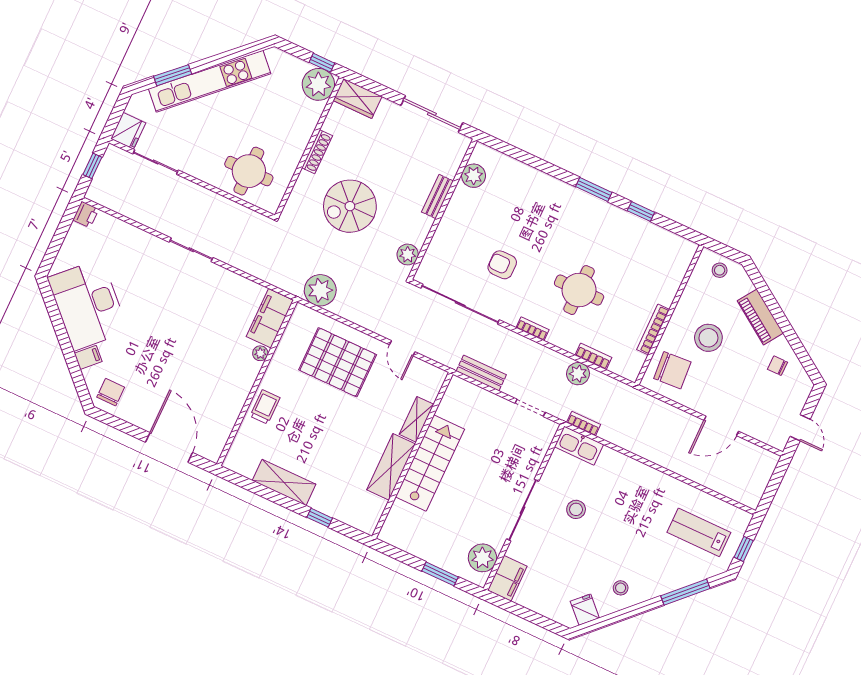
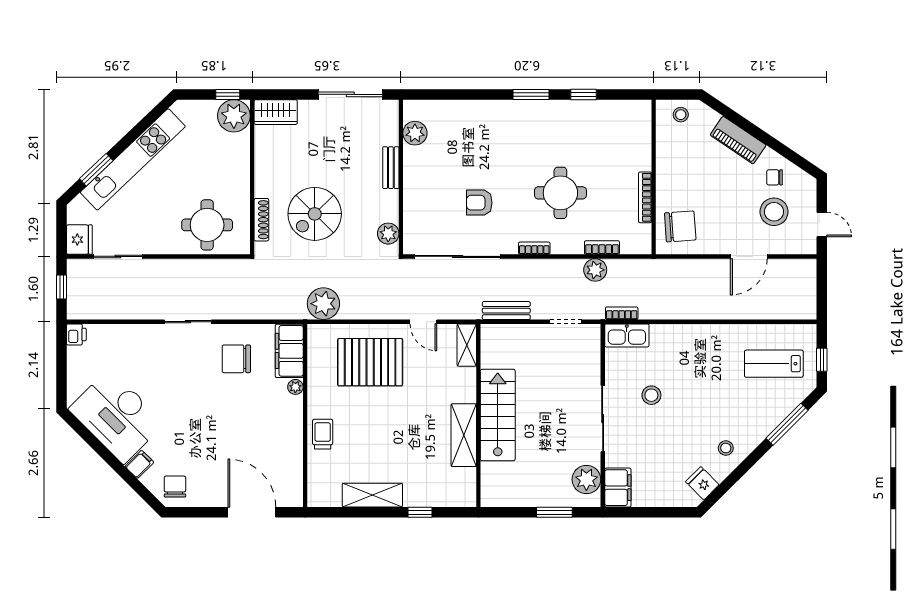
shoe rack: (317, 152) -> (261, 220), moved
chair: (219, 303) -> (236, 359), added
stool: (708, 338) -> (774, 212), moved
shelving: (417, 419) -> (467, 345), moved

